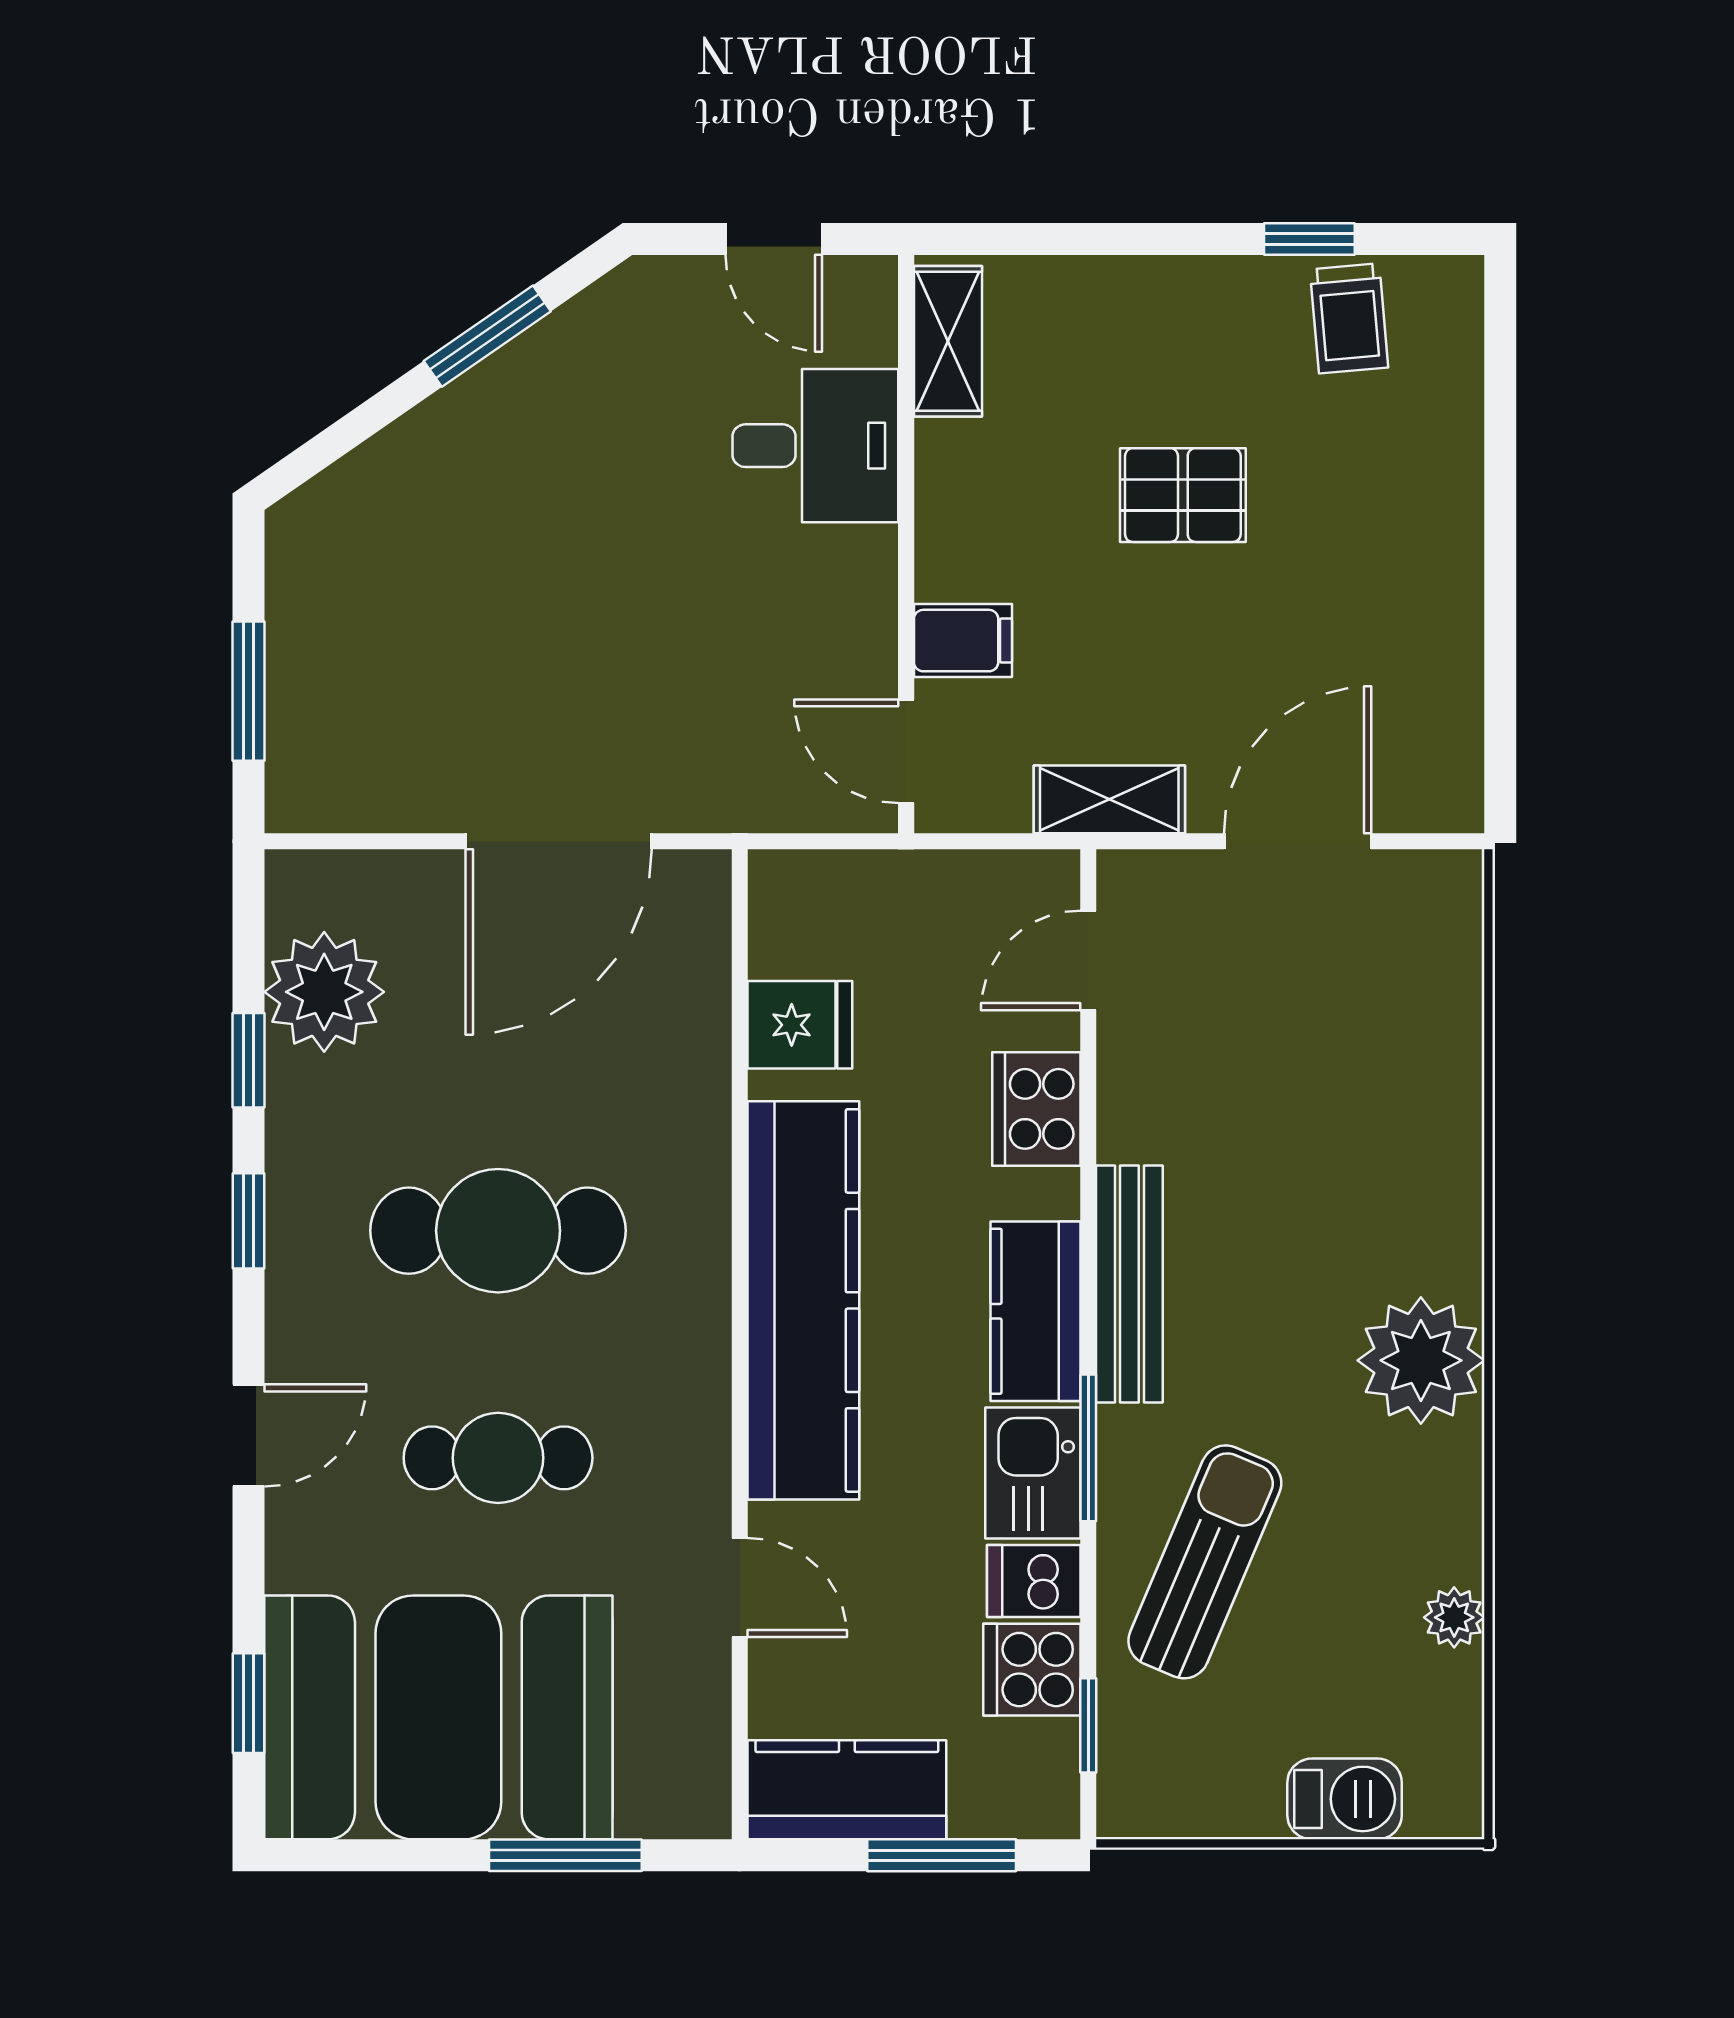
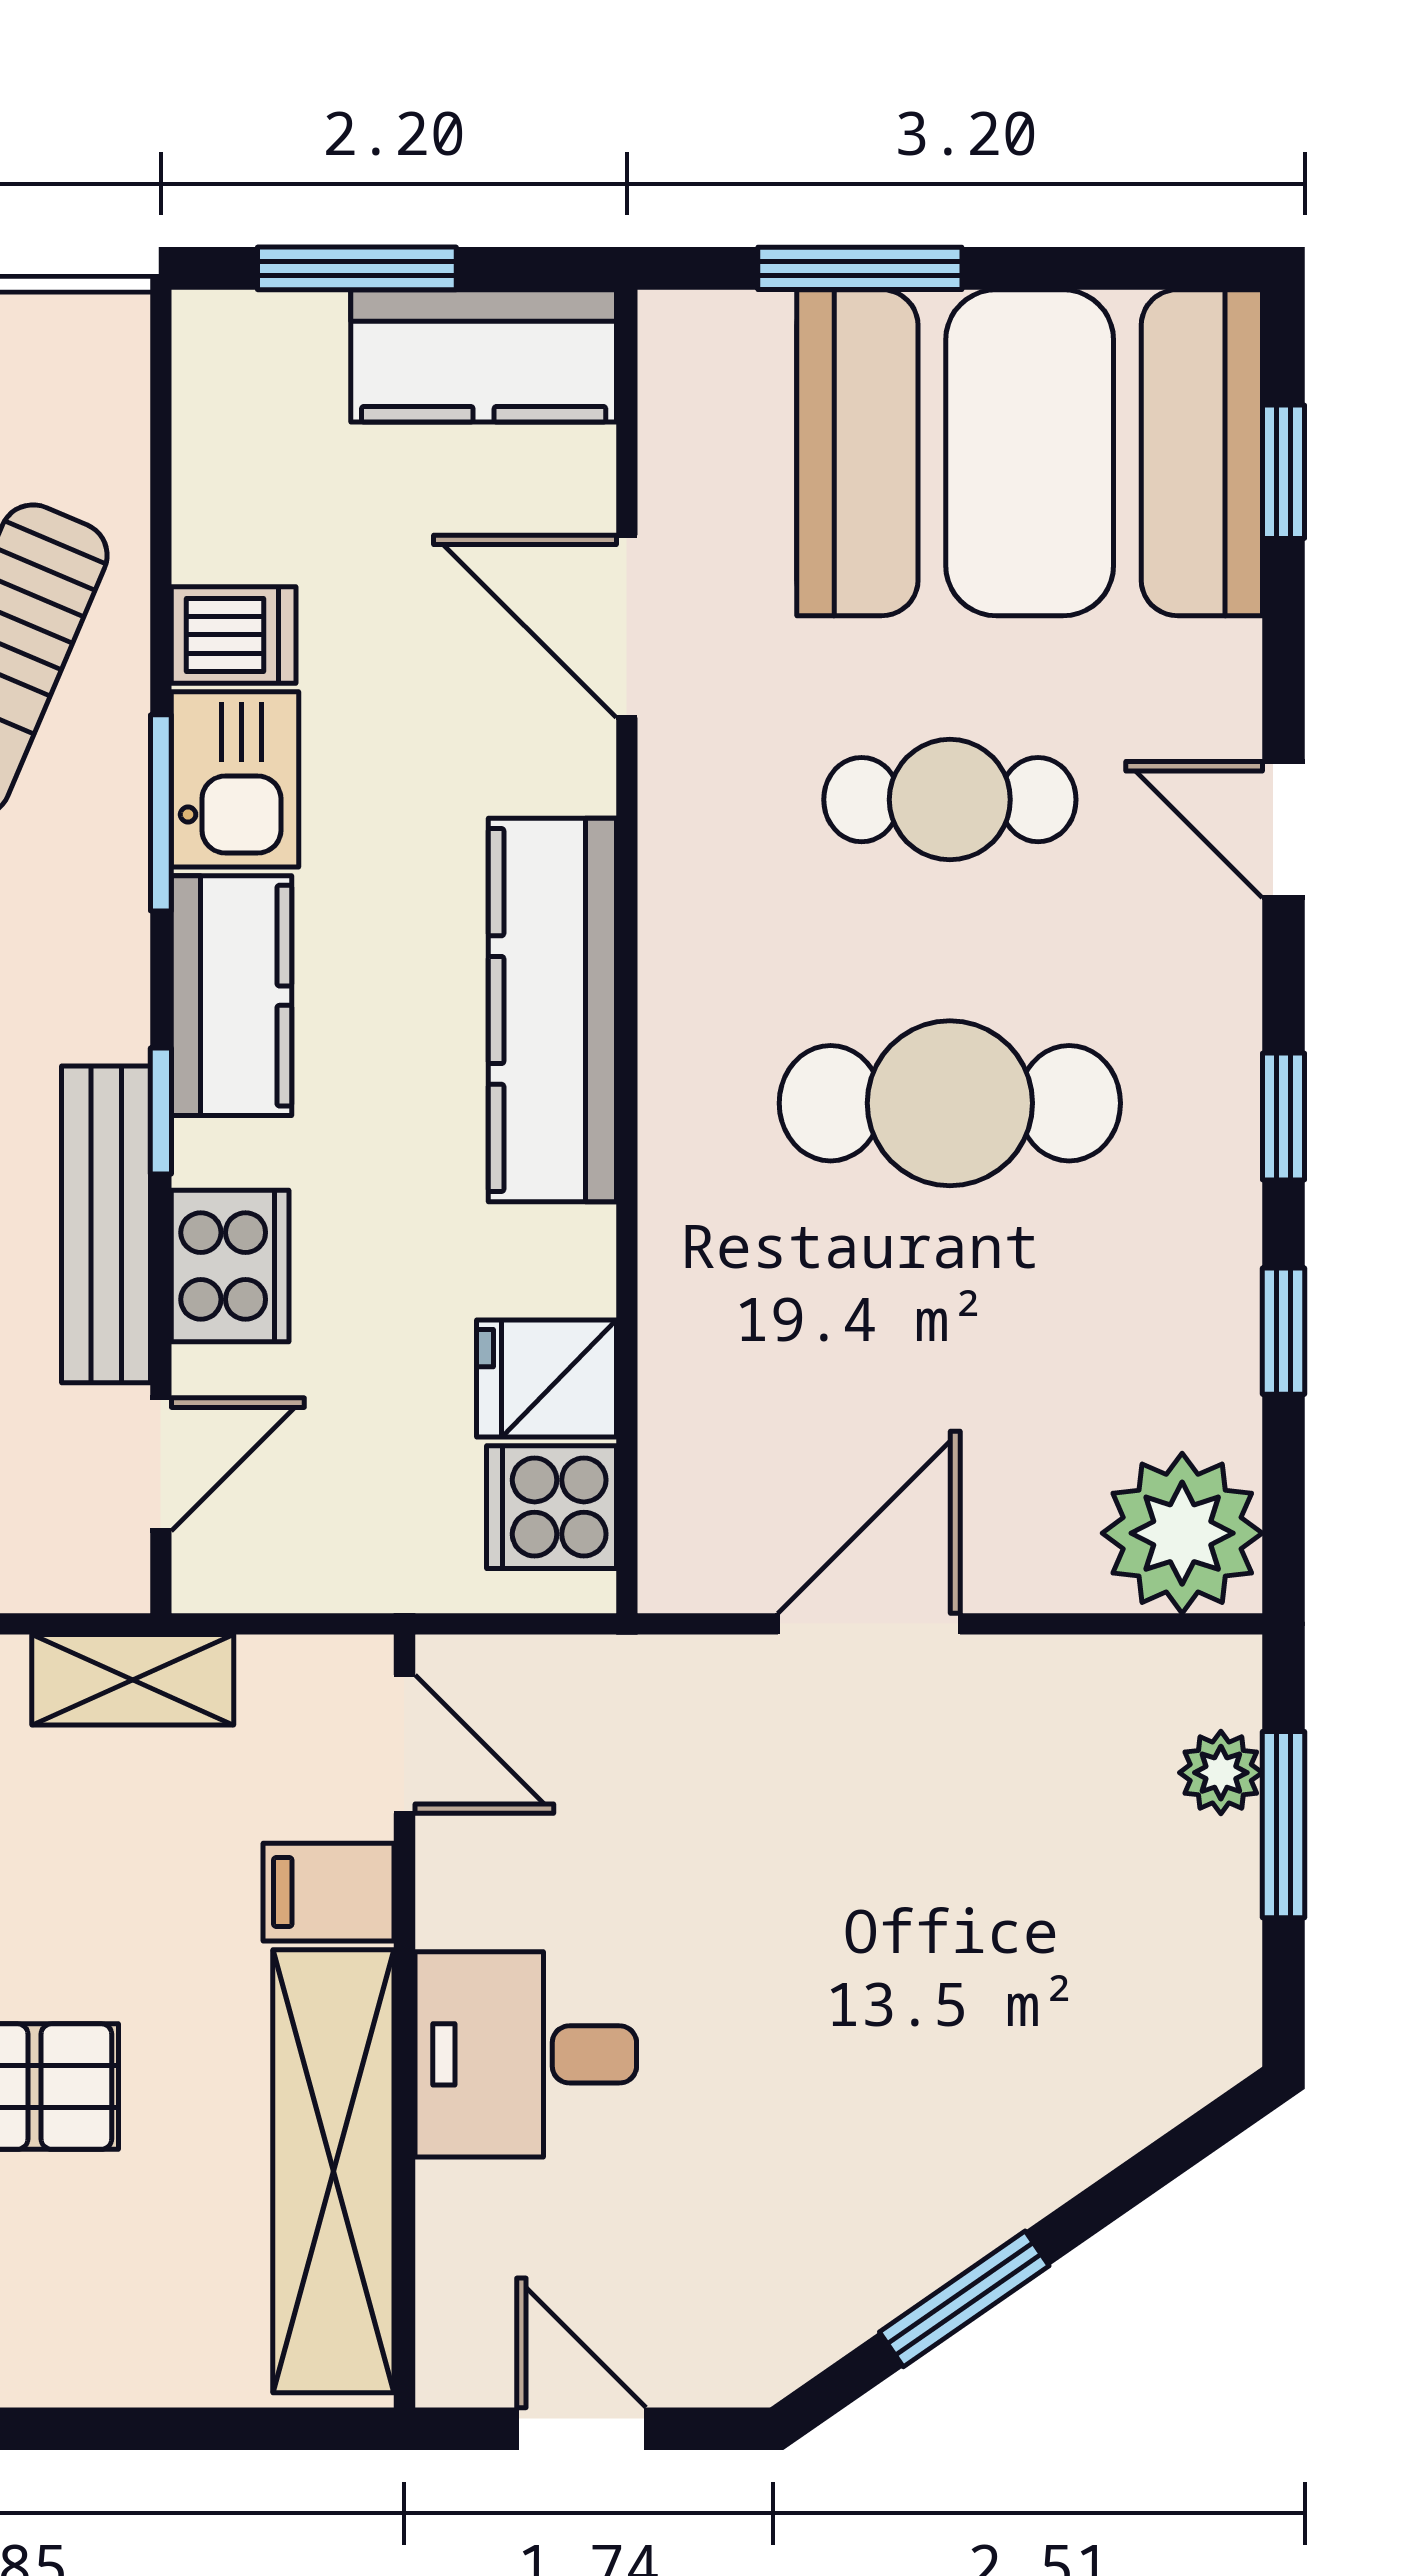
shelving: (948, 341) -> (333, 2171), width x2.20, depth x1.33
desk: (815, 446) -> (526, 2054), moved
plant: (295, 730) -> (1221, 1773), added
door: (559, 841) -> (869, 1624), width x0.73
plant: (324, 992) -> (1182, 1533), moved
bench: (1129, 1284) -> (106, 1224), moved
kitchen counter: (803, 1300) -> (552, 1010), width x0.72, depth x0.86
door: (248, 1435) -> (1283, 830), hinge flipped
door: (740, 1587) -> (627, 626), width x1.38
cooker: (1032, 1670) -> (551, 1507), moved, turned 180
window: (1088, 1725) -> (161, 1111), moved

